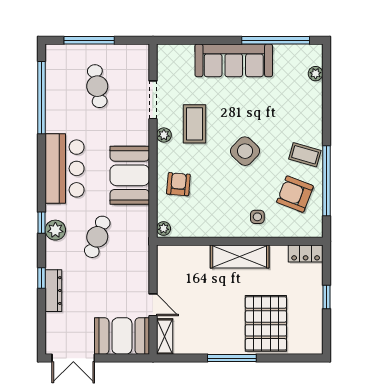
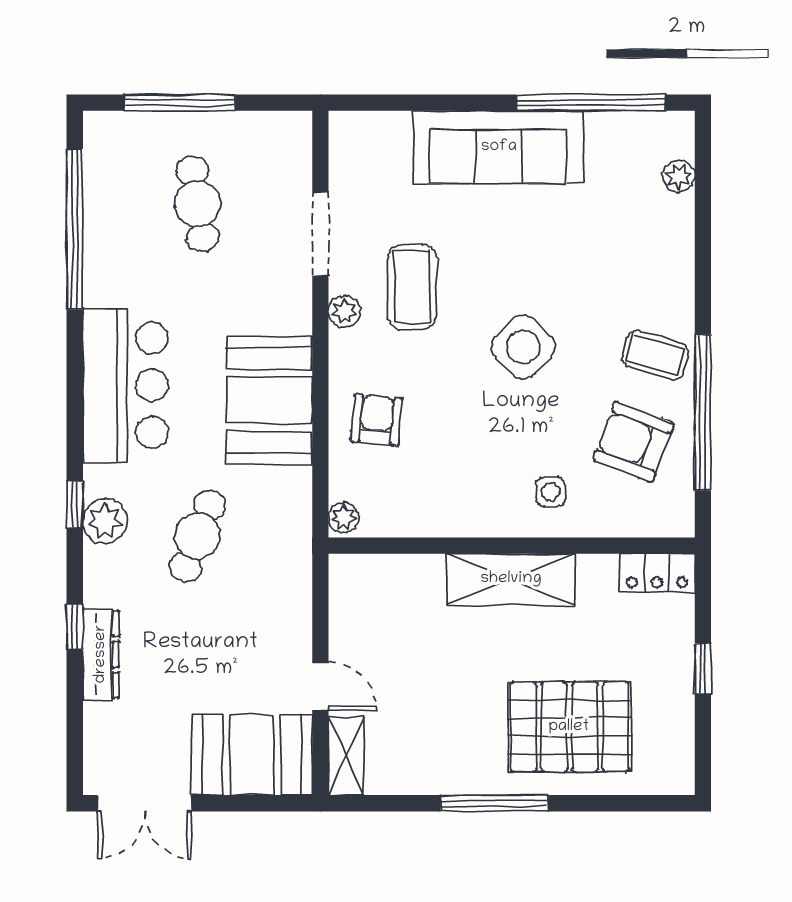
pallet: (266, 323) -> (569, 727), turned 90

